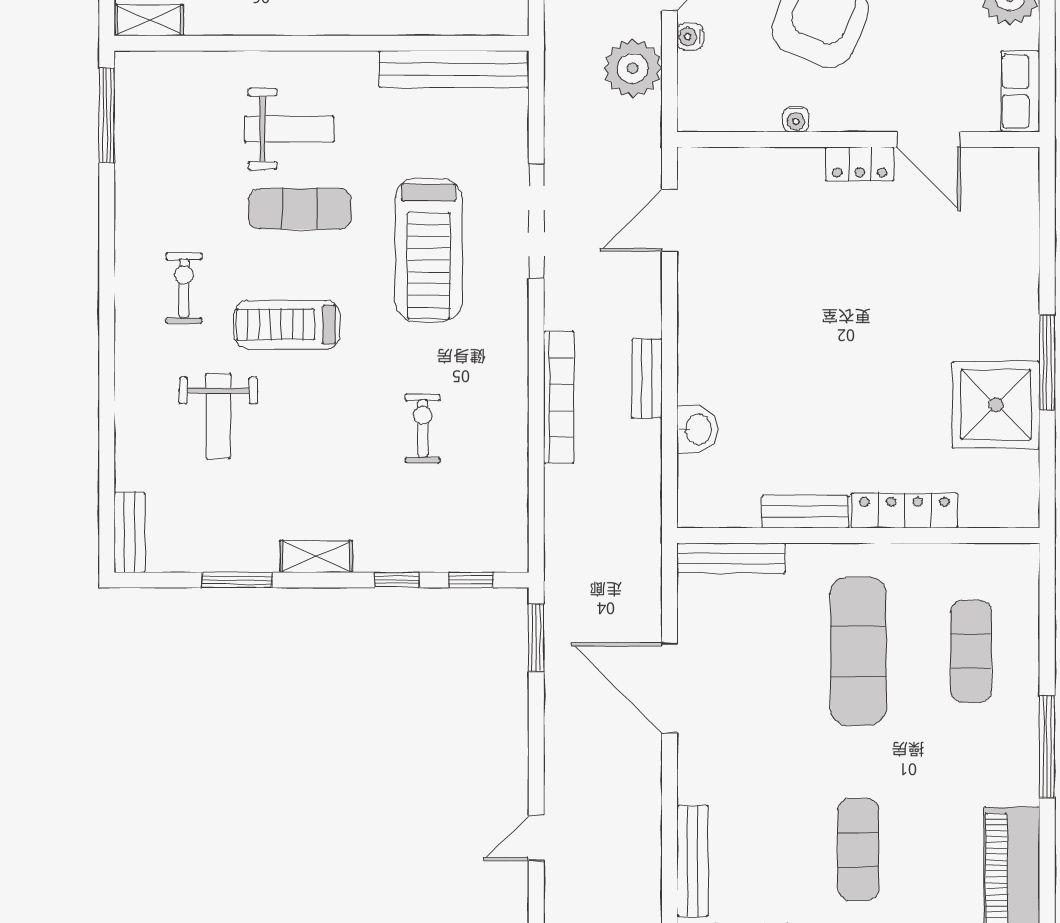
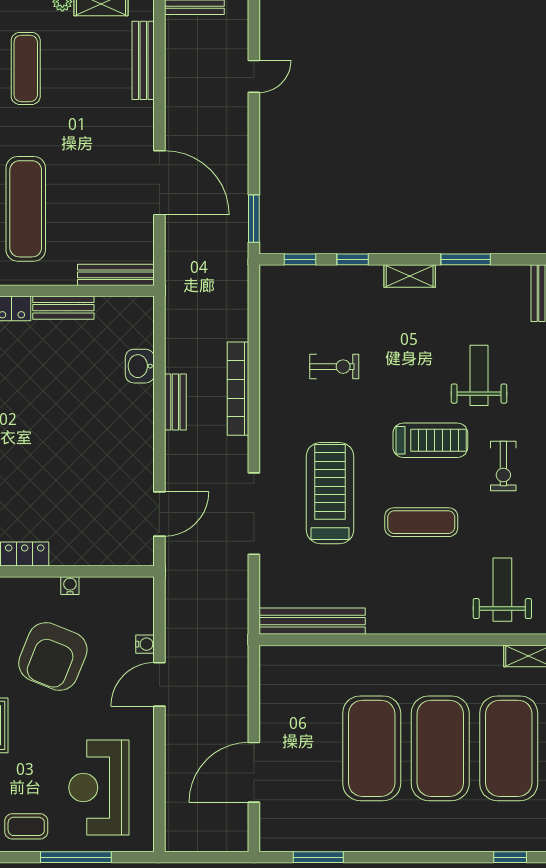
plant: (633, 68) -> (185, 622), removed
weight bench: (289, 129) -> (502, 590), moved, turned 90
exercise bike: (423, 429) -> (334, 367), turned -90

